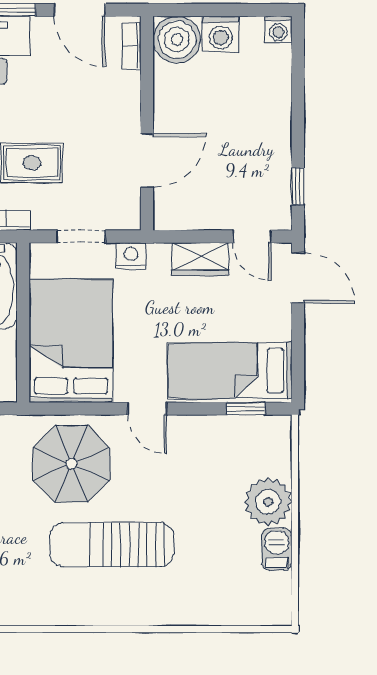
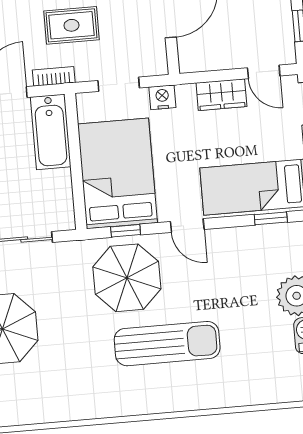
window: (75, 409) -> (126, 231), added
sun lounger: (112, 545) -> (167, 344), turned 180

